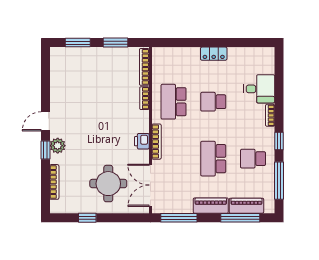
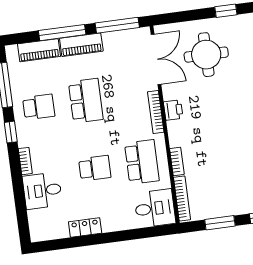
locker: (214, 54) -> (85, 227), moved
desk: (168, 62) -> (155, 208), added
window: (240, 218) -> (62, 33), moved

